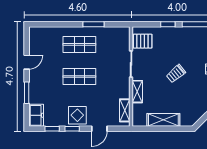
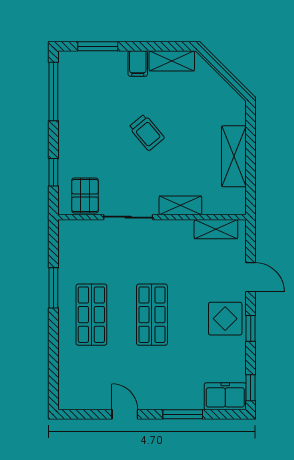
window: (168, 24) -> (53, 172), moved
window: (52, 129) -> (251, 388), moved

